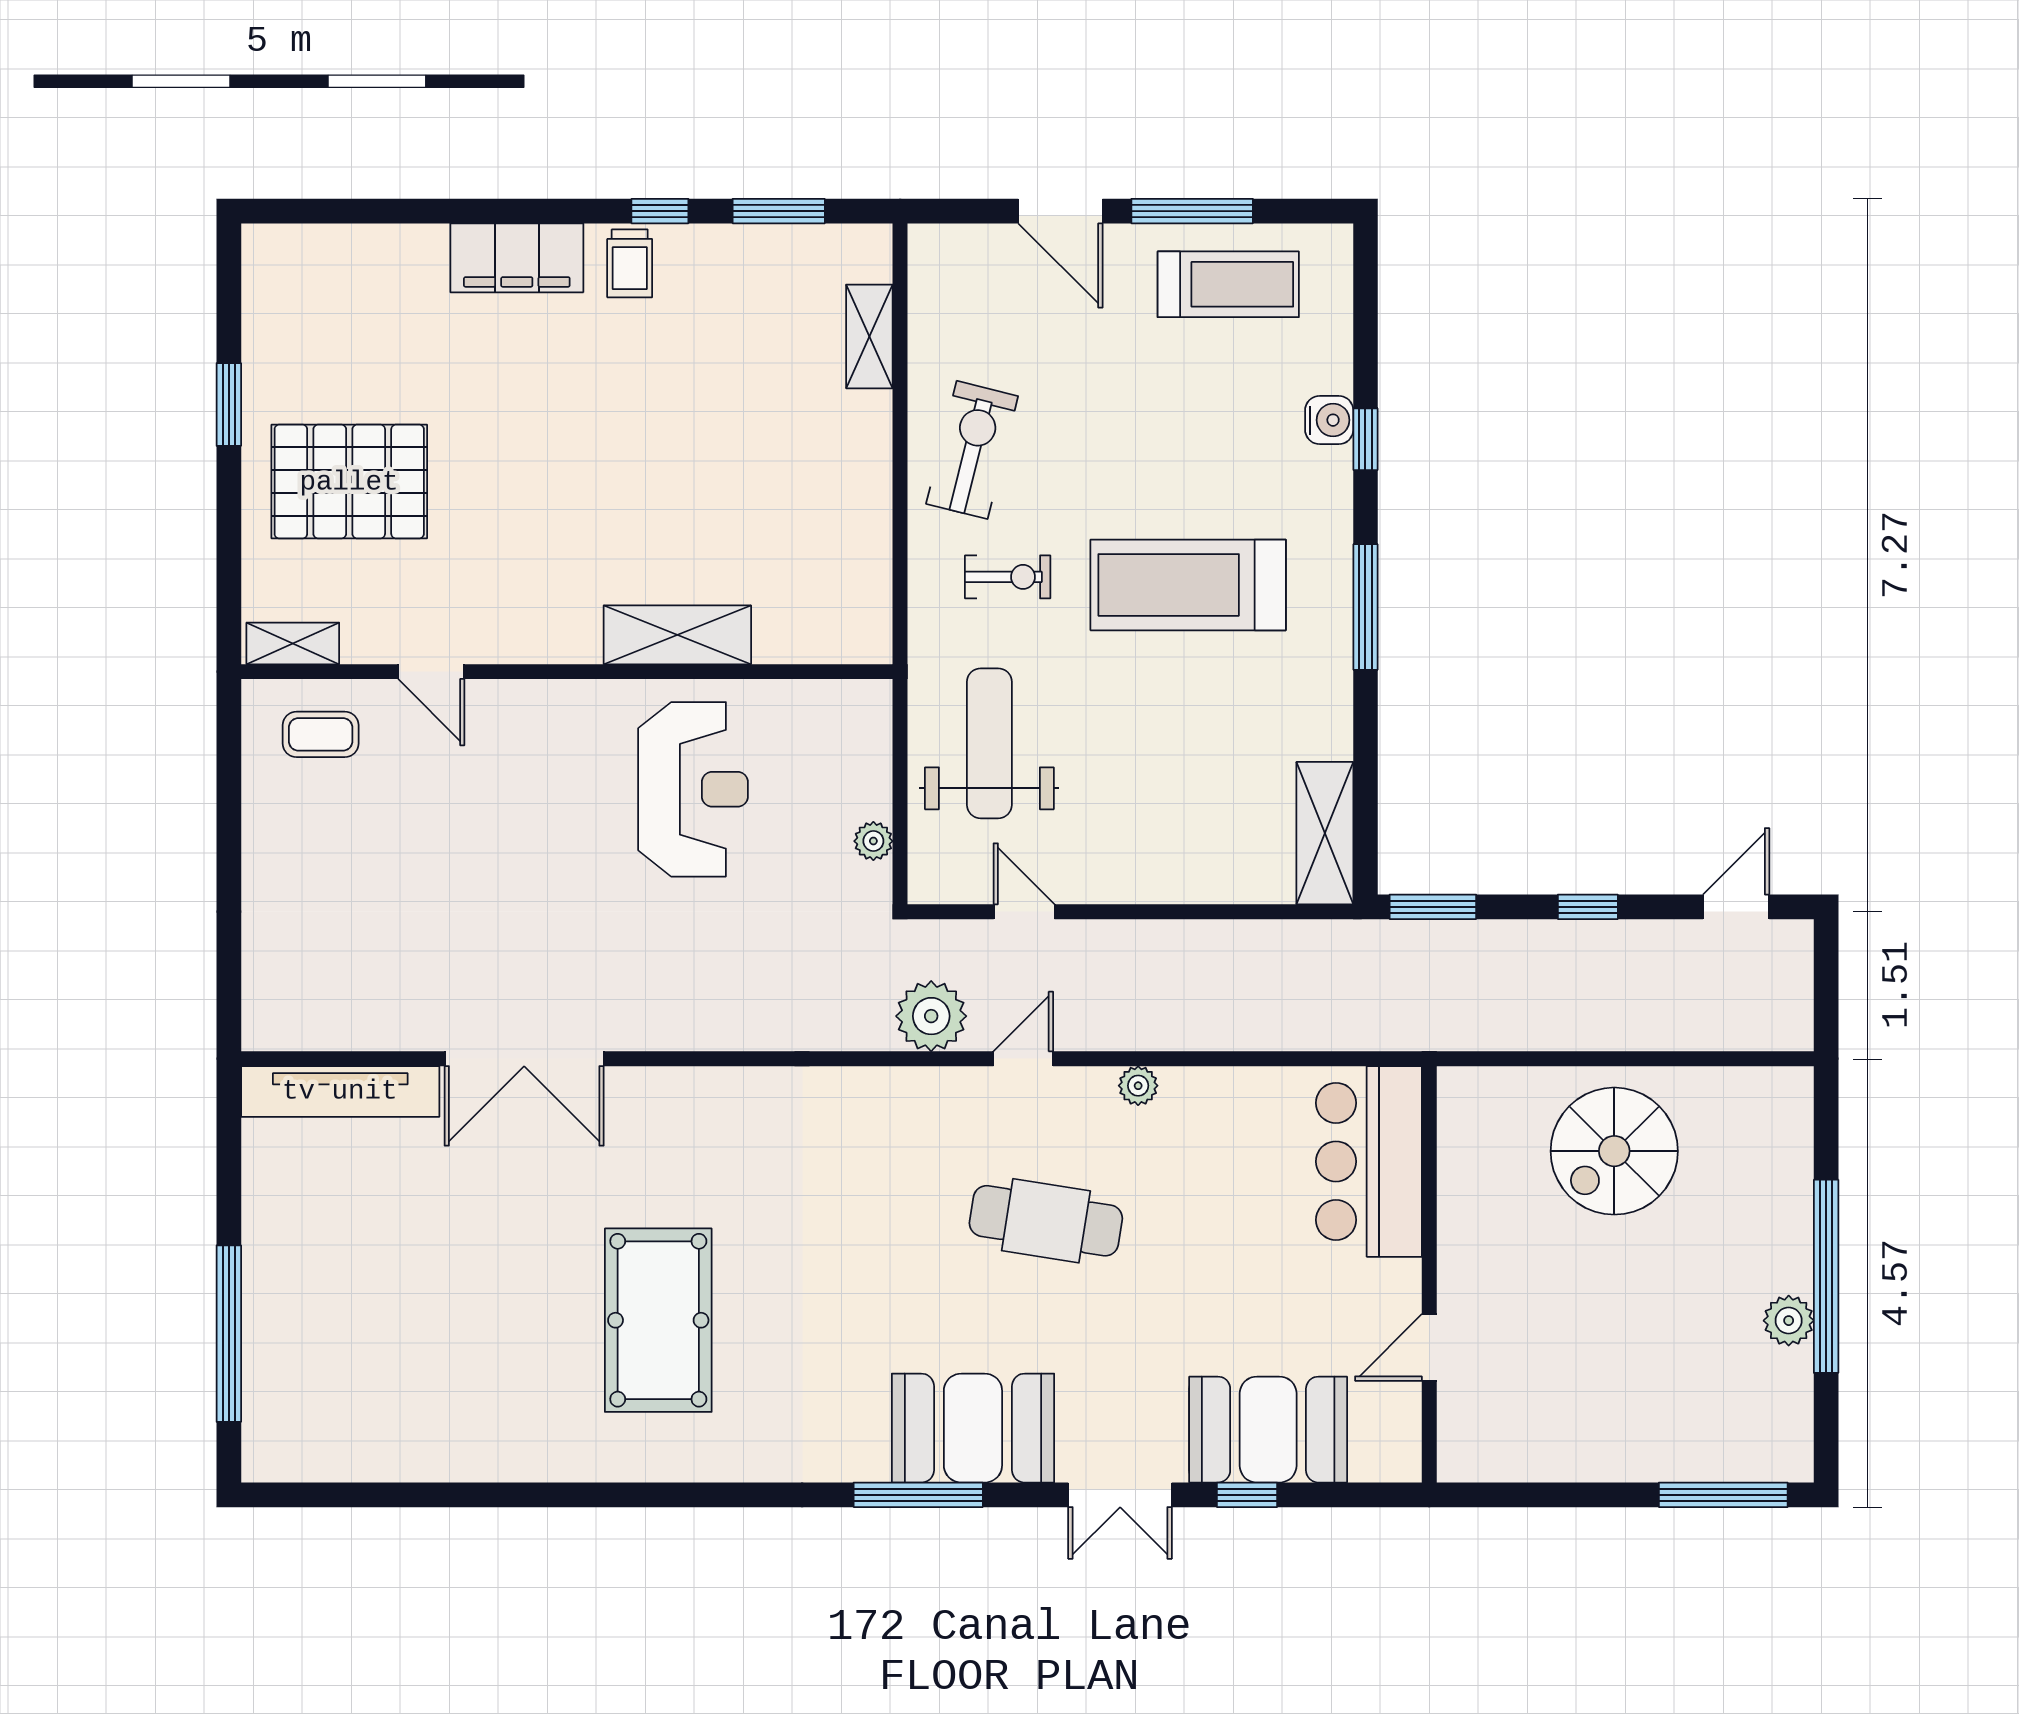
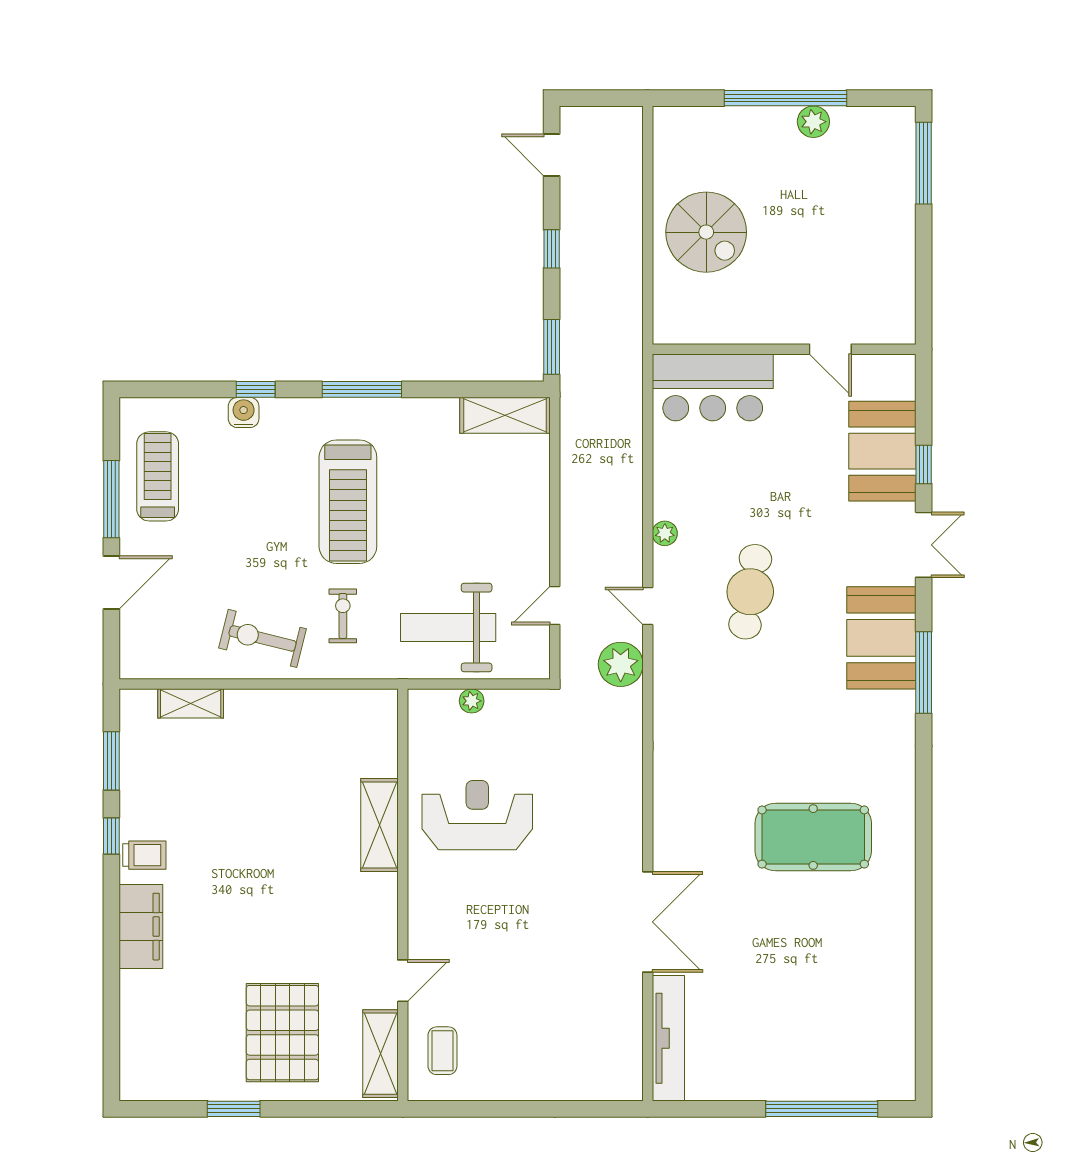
shelving: (293, 643) -> (380, 1054), width x1.50, depth x1.33
plant: (873, 841) -> (472, 701), moved

